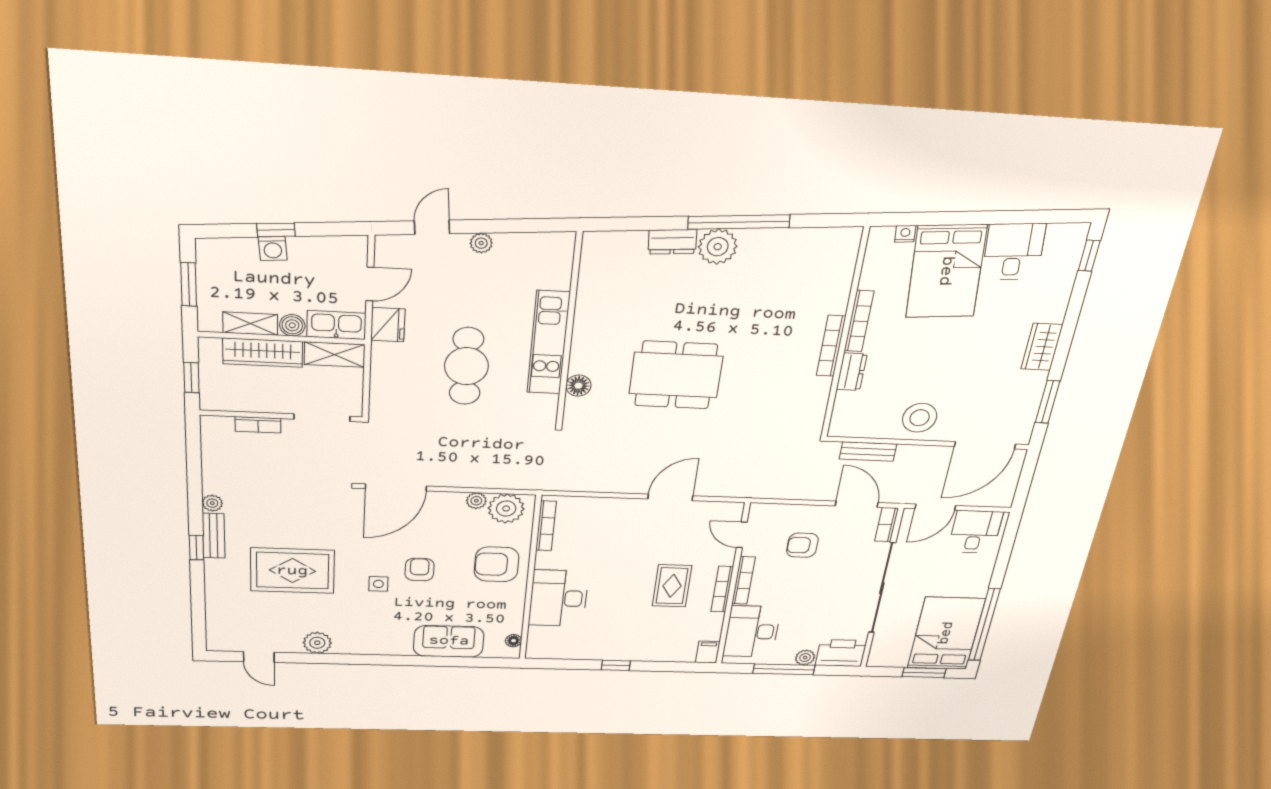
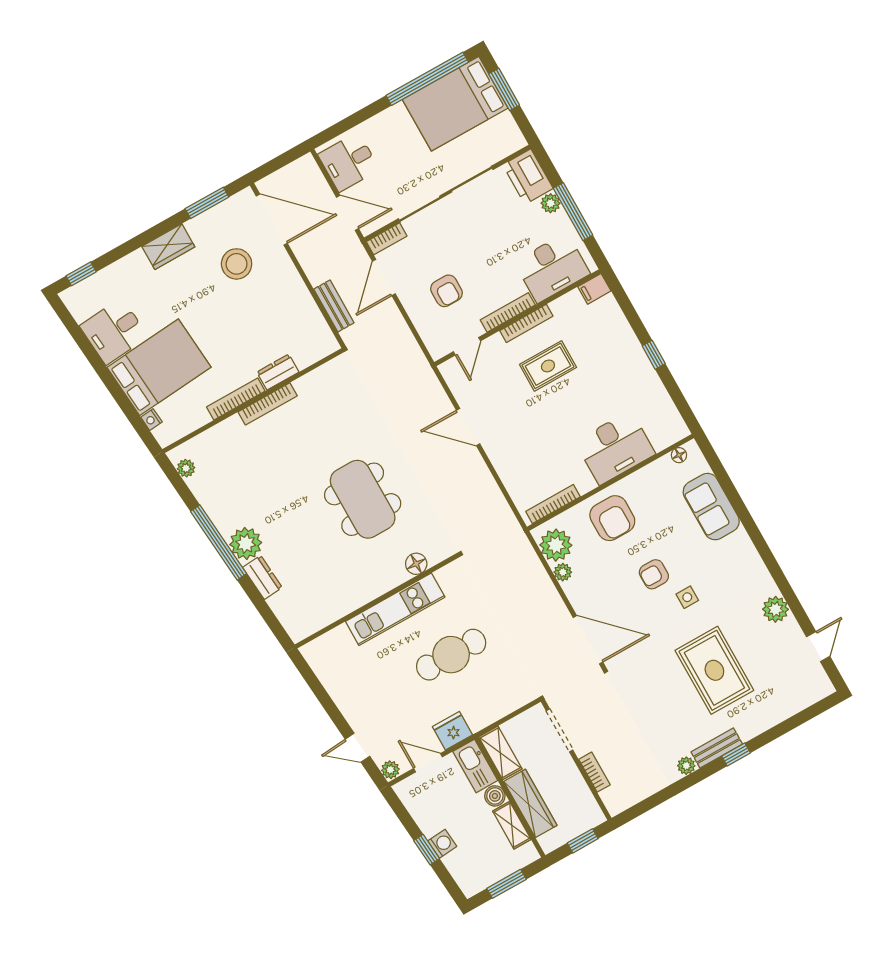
plant: (834, 237) -> (186, 468), added
plant: (481, 243) -> (390, 770), moved
stool: (920, 418) -> (237, 264), moved

